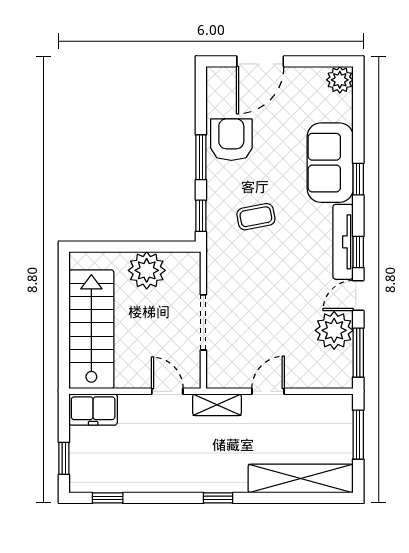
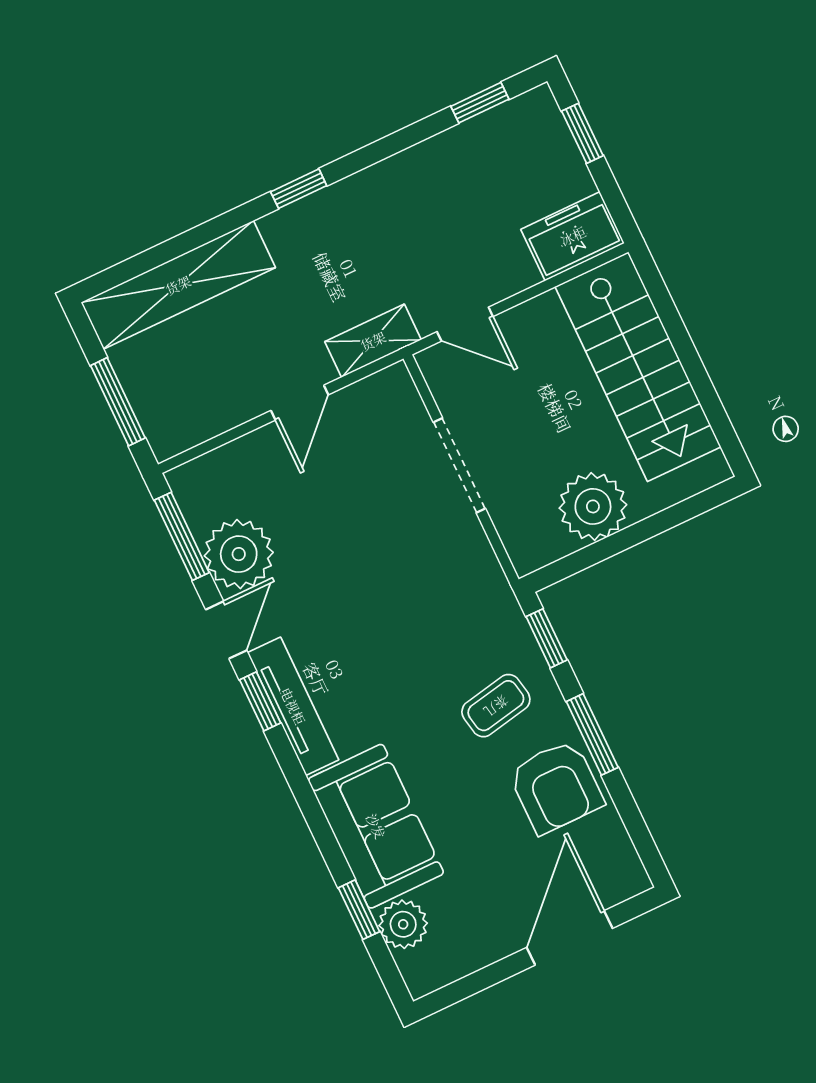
plant: (340, 80) -> (403, 924), moved
window: (358, 179) -> (359, 910), moved
coffee table: (256, 217) -> (496, 706), moved

